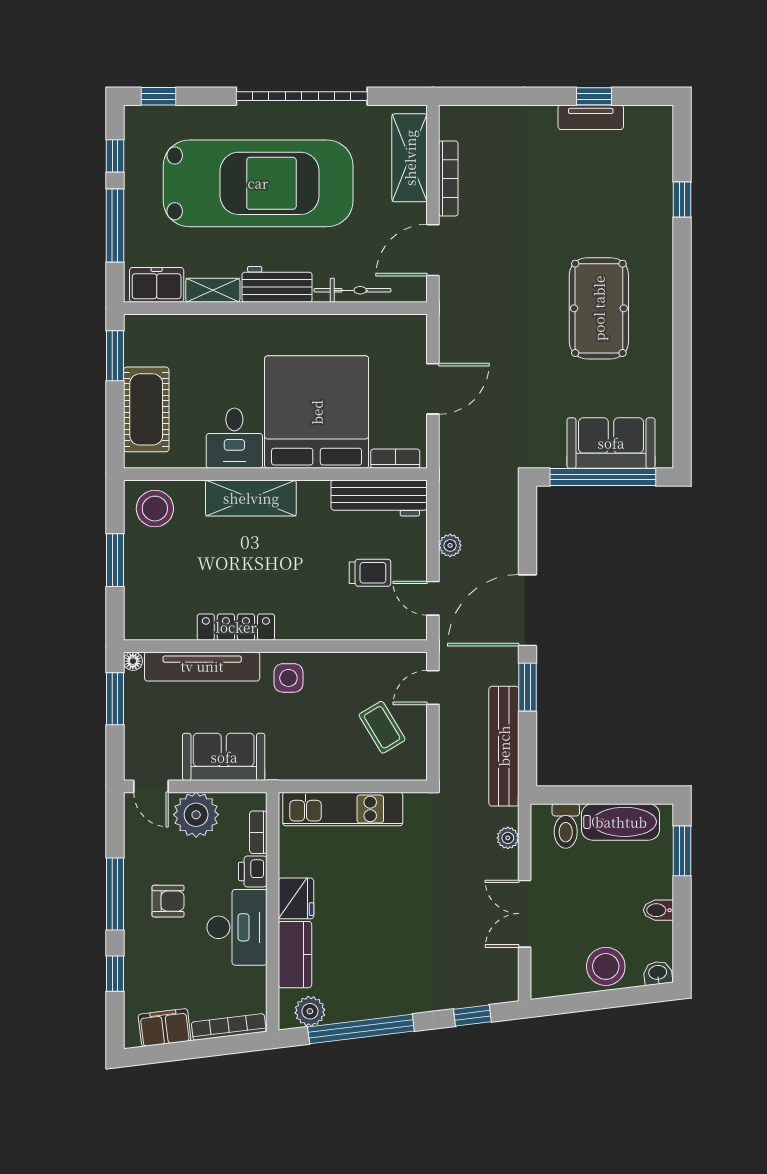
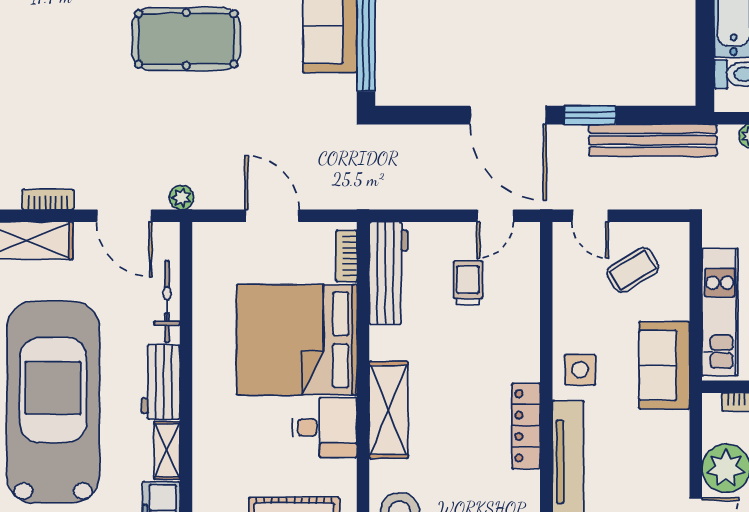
bookcase: (448, 179) -> (48, 199), width x0.64
plant: (450, 545) -> (182, 198), moved
sofa: (224, 757) -> (664, 365), moved

